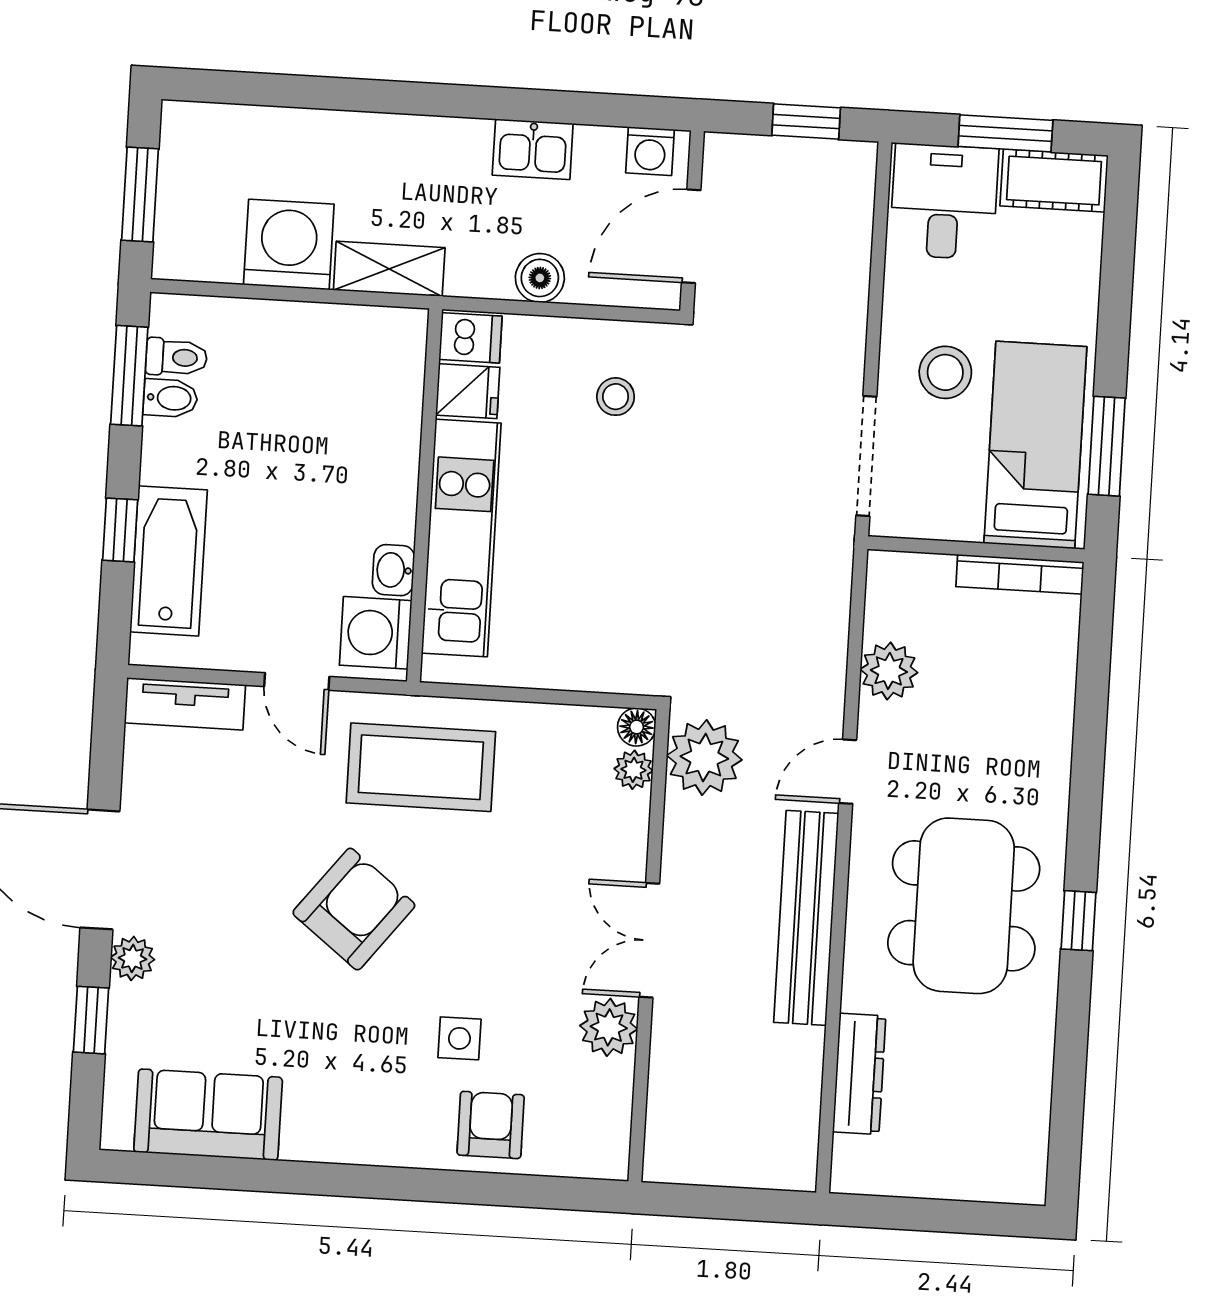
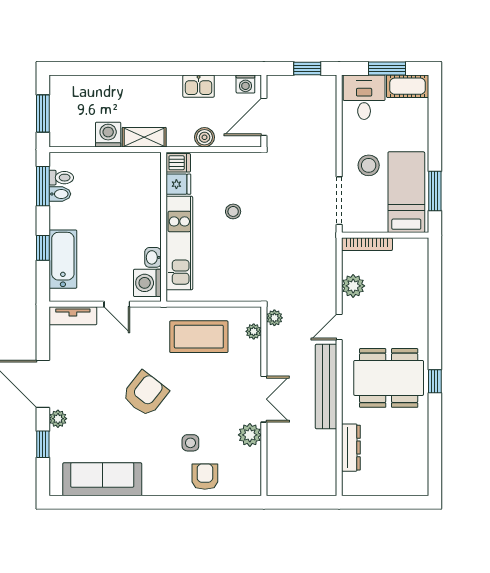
washing machine: (289, 245) -> (108, 135), width x0.73, depth x0.73
stool: (616, 397) -> (233, 211), moved
bookcase: (1020, 574) -> (367, 244), moved
floor lamp: (637, 727) -> (254, 314), removed
plant: (704, 758) -> (274, 318), width x0.53, depth x0.53
coffee table: (421, 767) -> (199, 337), moved
dining table: (964, 906) -> (389, 378), turned 90
double door: (649, 940) -> (264, 399), swing flipped
sofa: (208, 1115) -> (102, 479), width x1.36

